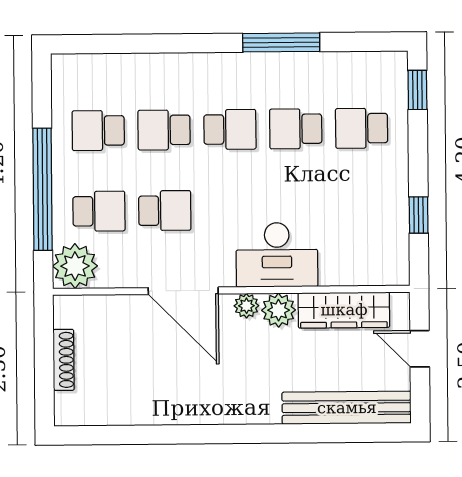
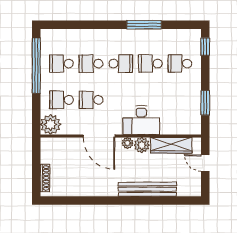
window: (43, 189) -> (36, 66), moved
school desk: (99, 211) -> (61, 100), turned 180
school desk: (165, 211) -> (91, 100), turned 180
window: (419, 215) -> (205, 103), width x1.50
shoe rack: (64, 360) -> (45, 178), moved
bench: (347, 408) -> (147, 189), moved

